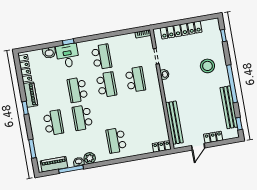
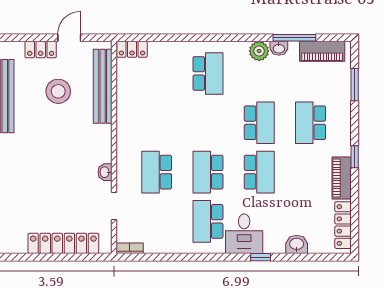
desk: (68, 56) -> (244, 234), moved
stool: (207, 66) -> (58, 91), moved

